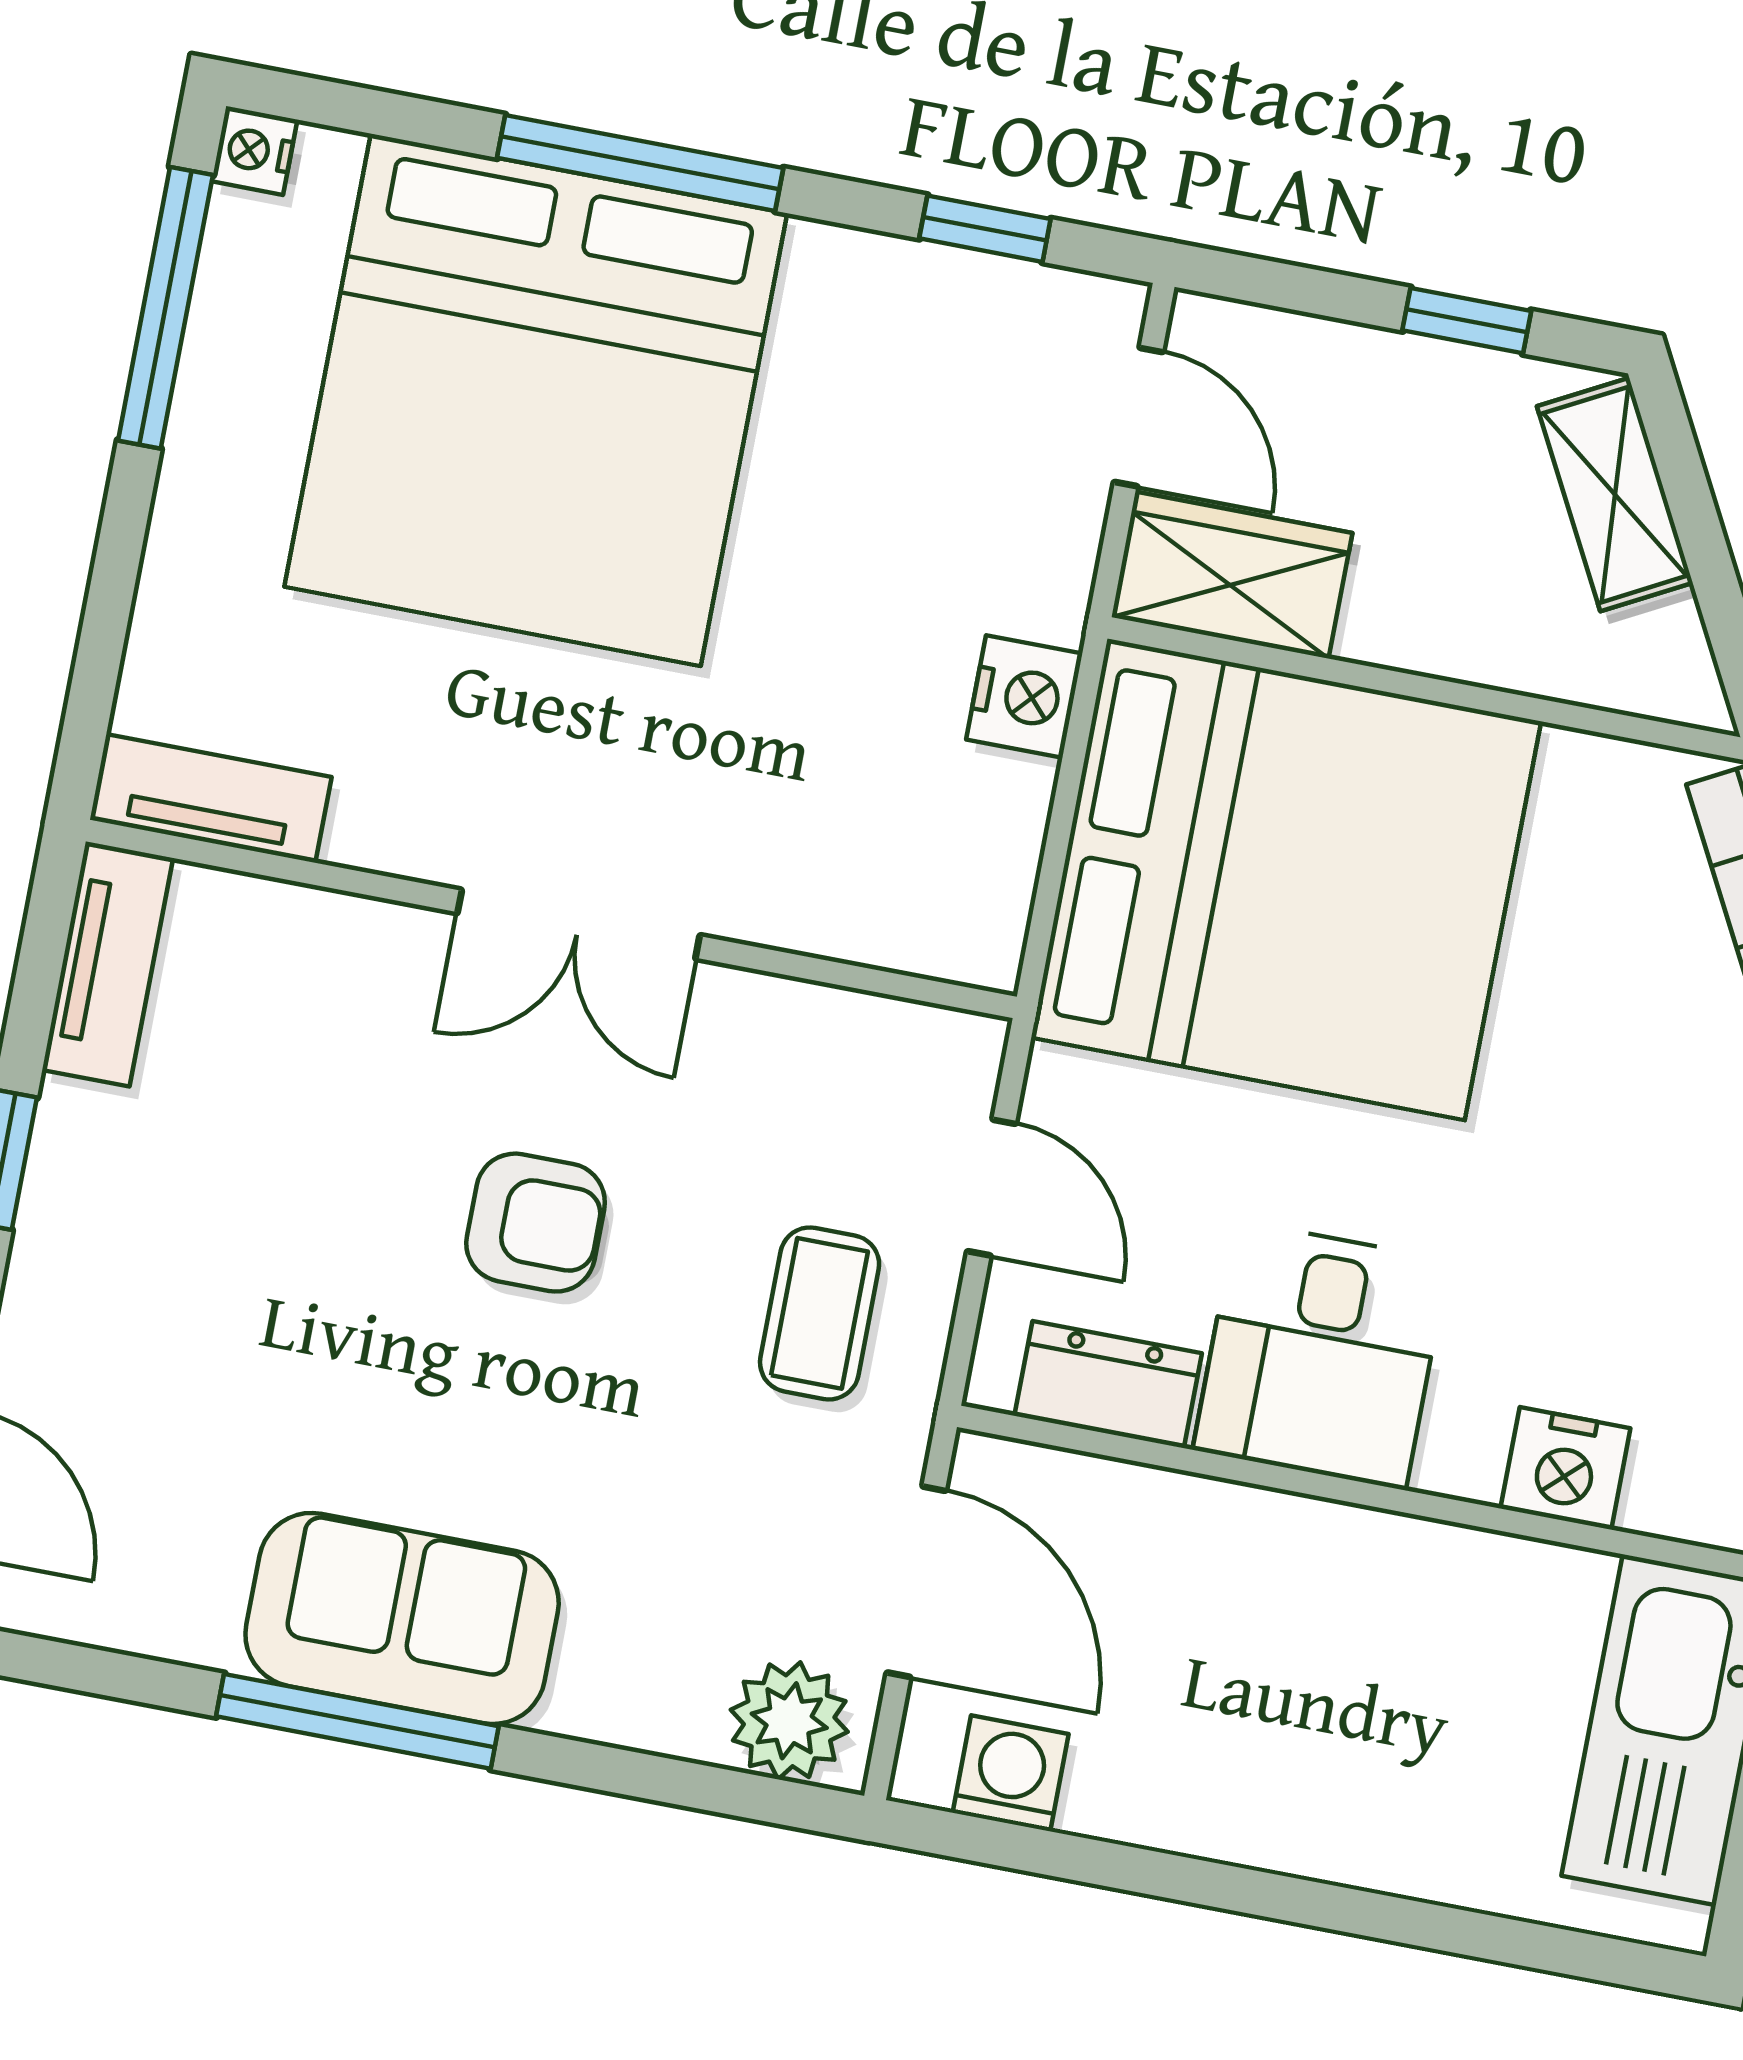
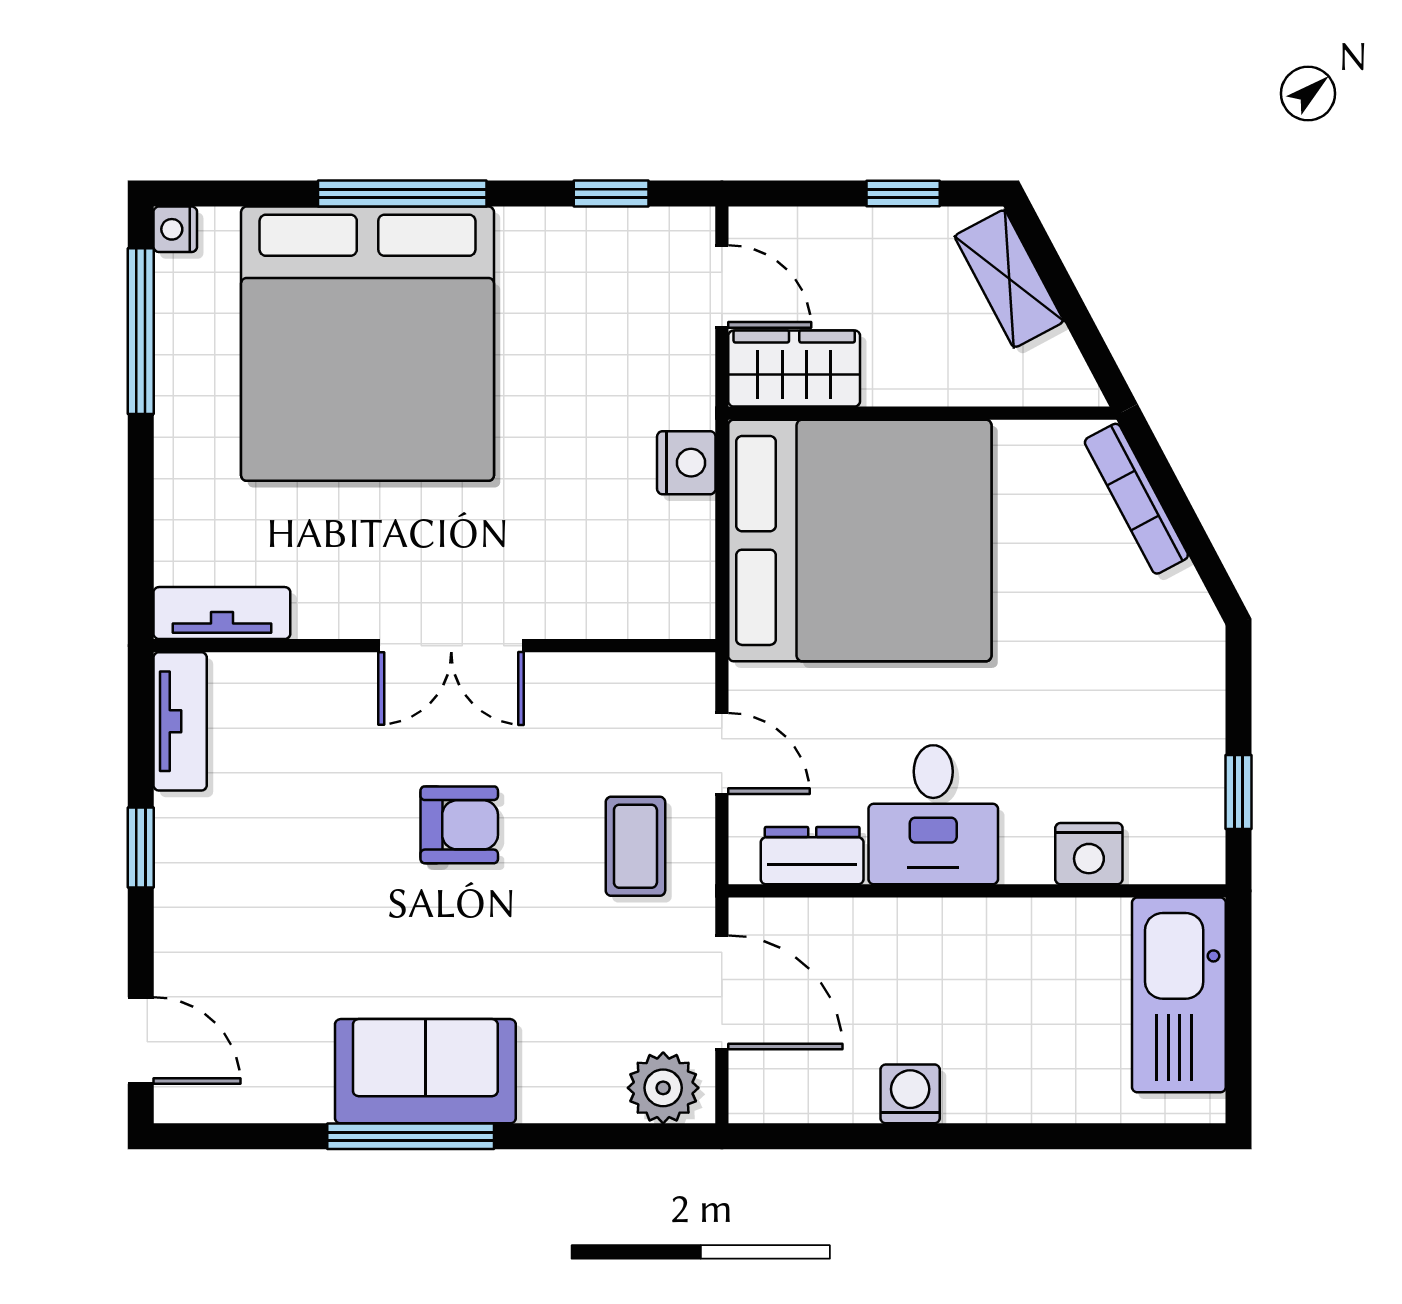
washing machine: (1011, 1773) -> (910, 1094), moved

